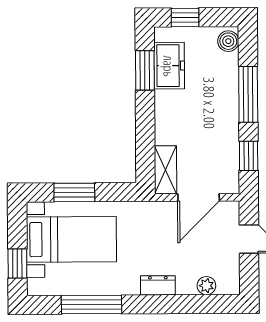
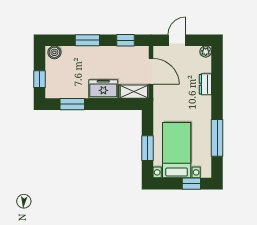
freezer: (169, 66) -> (103, 89), moved
window: (248, 94) -> (87, 40), width x0.69
dresser: (158, 285) -> (205, 84), moved
plant: (206, 286) -> (206, 52), moved

